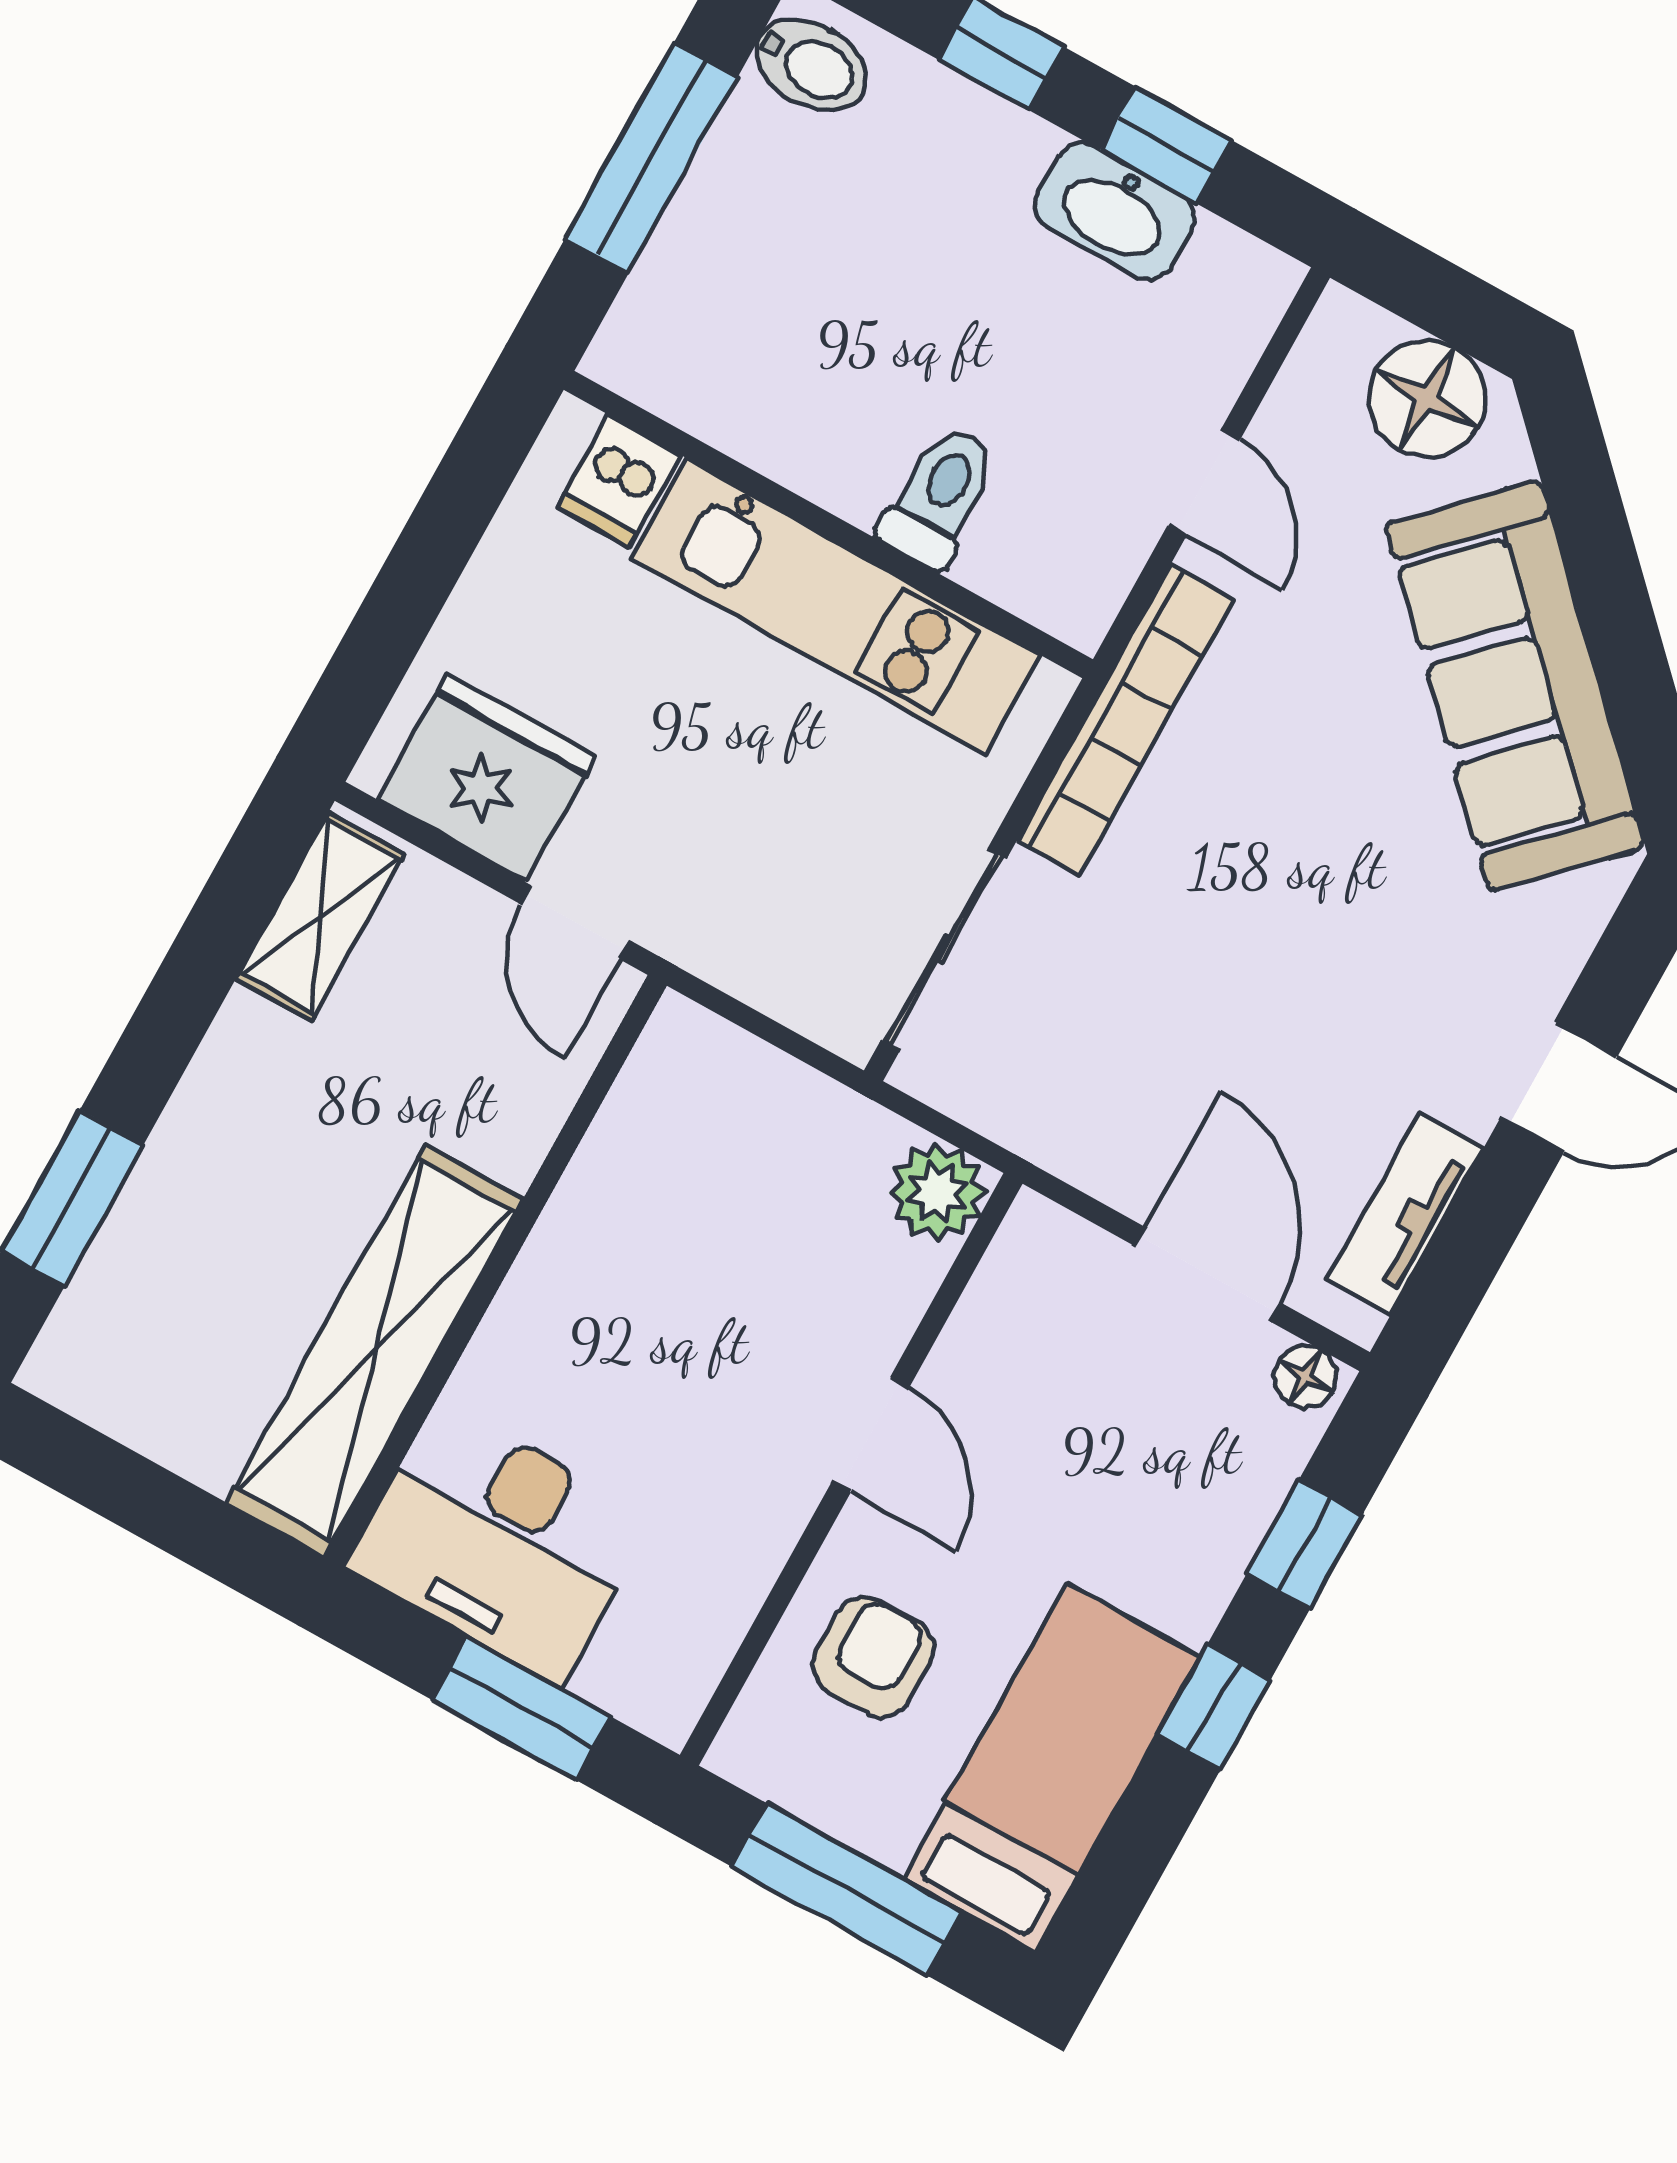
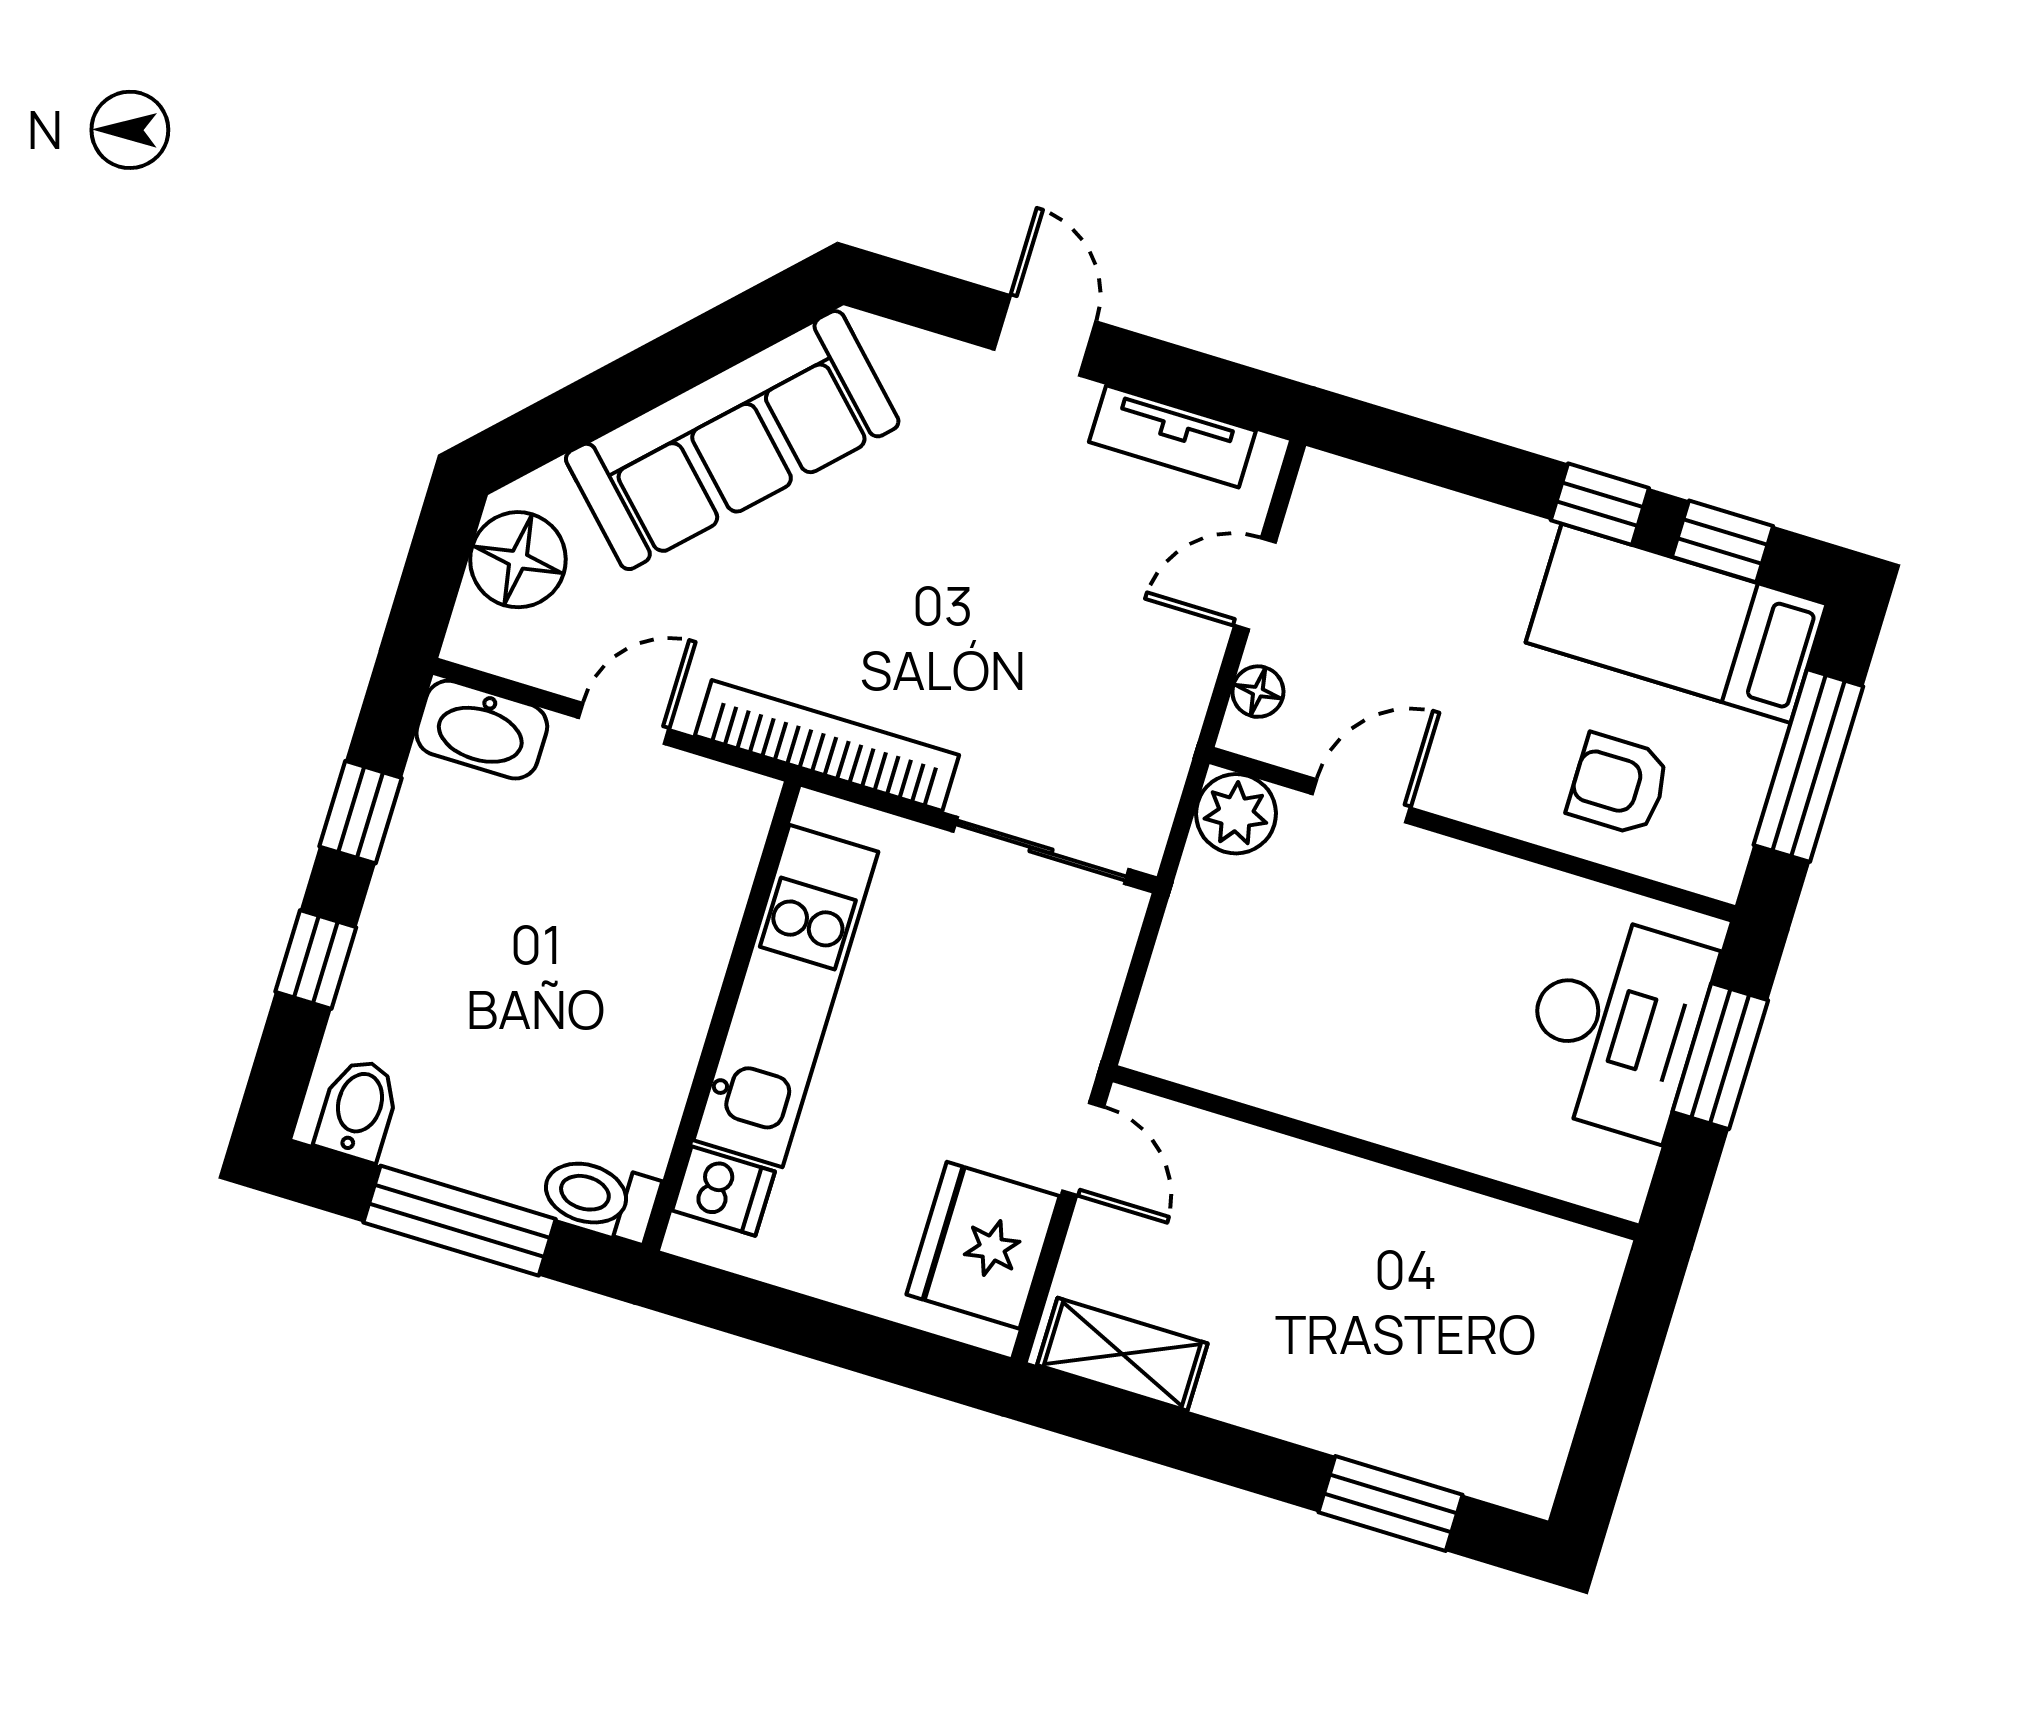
washbasin: (1115, 212) -> (482, 730), moved, turned 90
toilet: (939, 497) -> (600, 1197), moved
door: (576, 923) -> (1083, 1149), hinge flipped
door: (1207, 1274) -> (1255, 584), width x0.73
shelving: (375, 1351) -> (1460, 1235), removed
floor lamp: (1305, 1377) -> (1258, 692), moved
door: (870, 1435) -> (1361, 801), moved
desk: (499, 1543) -> (1615, 1025), moved
window: (1305, 1544) -> (1723, 541), moved

